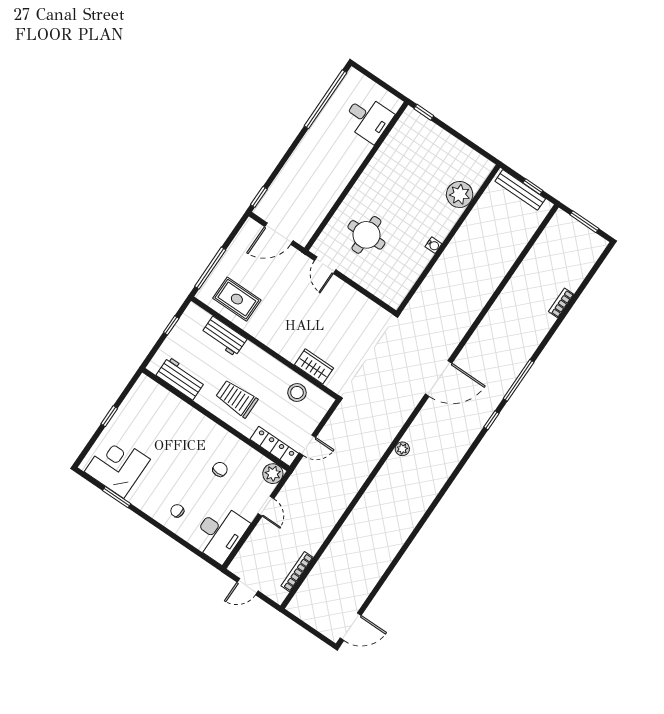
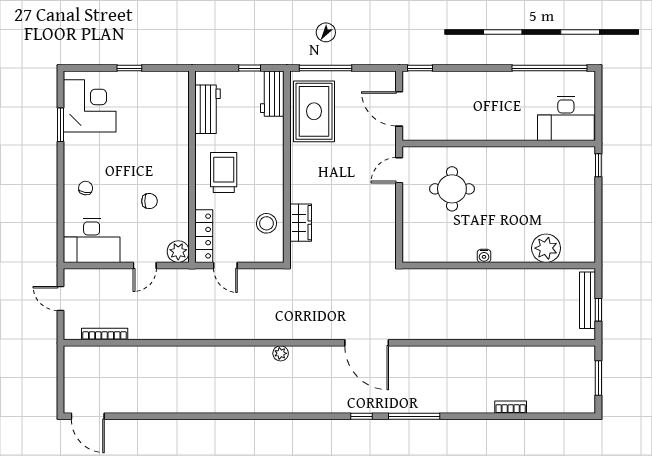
desk: (368, 119) -> (566, 118), width x1.37
rug: (237, 299) -> (314, 111), width x1.36, depth x1.43
workbench: (224, 336) -> (272, 94), moved

